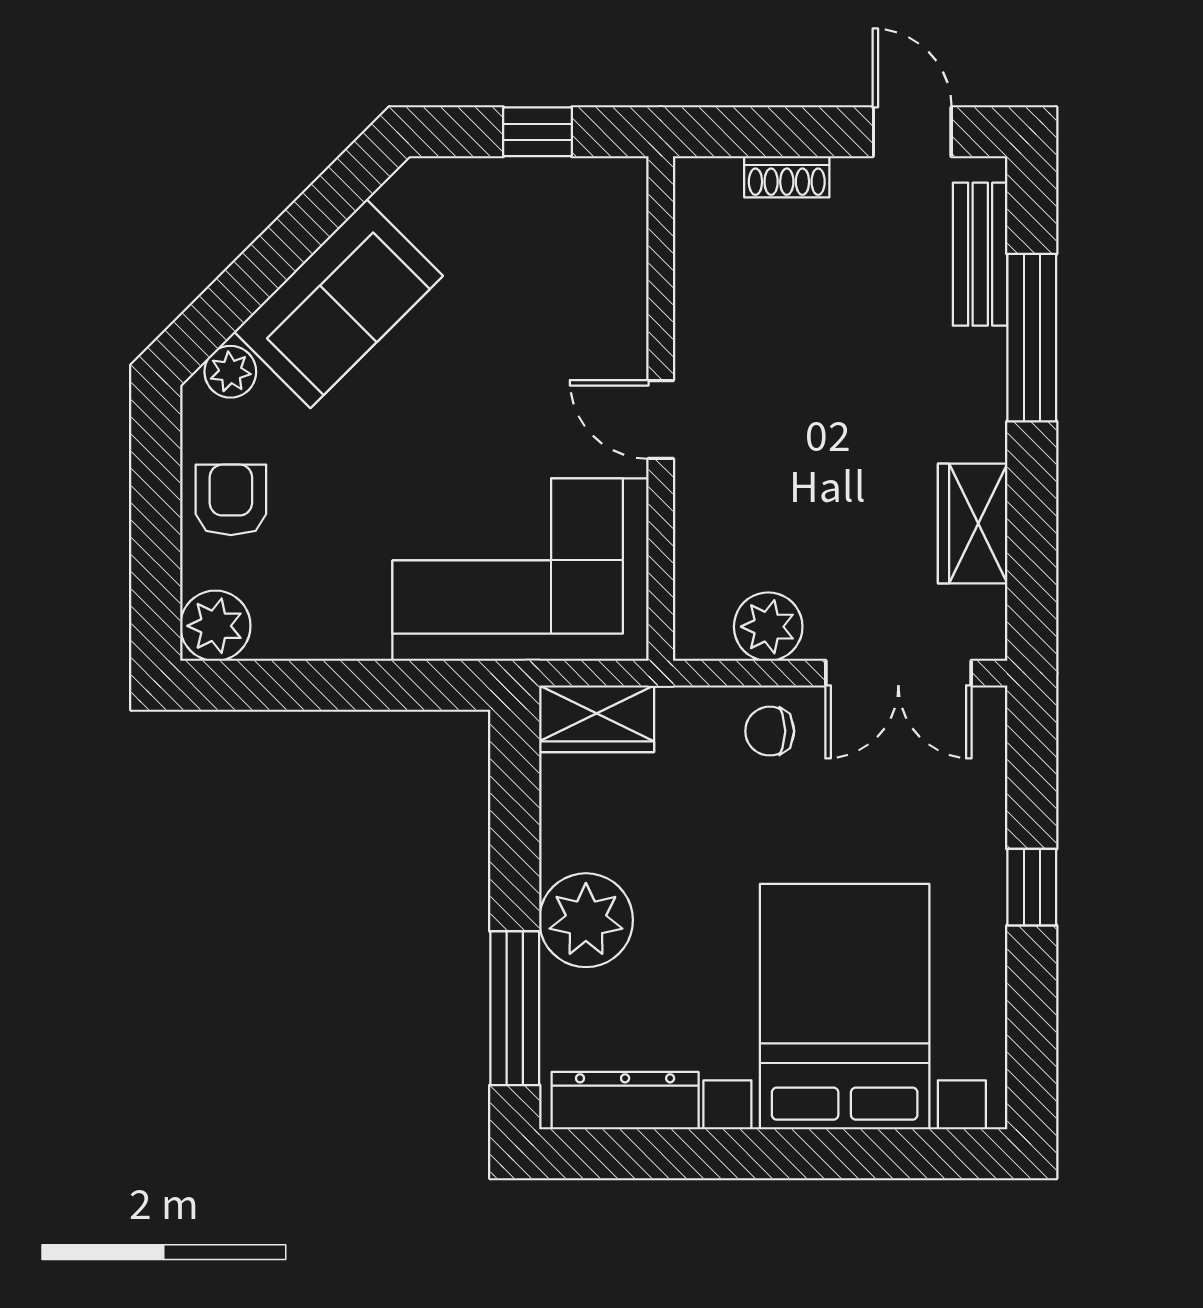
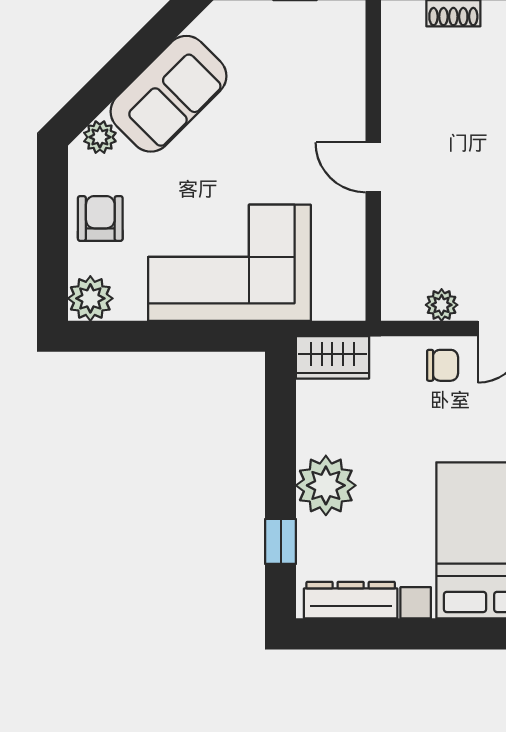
corner sofa: (520, 570) -> (229, 263), moved
plant: (768, 627) -> (442, 305), width x0.73, depth x0.73
chair: (770, 731) -> (443, 365), turned 180
window: (515, 1008) -> (281, 541), width x0.46

